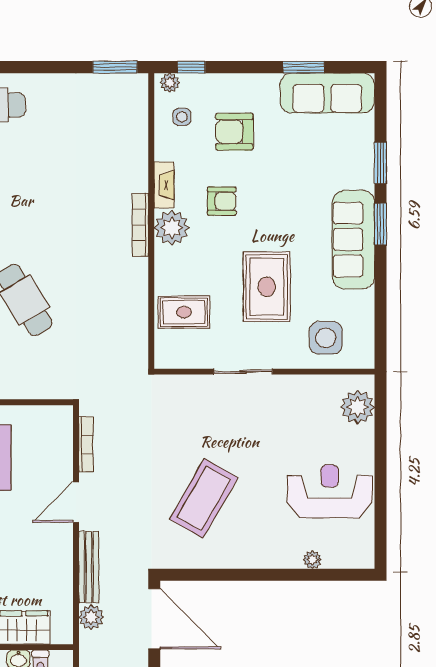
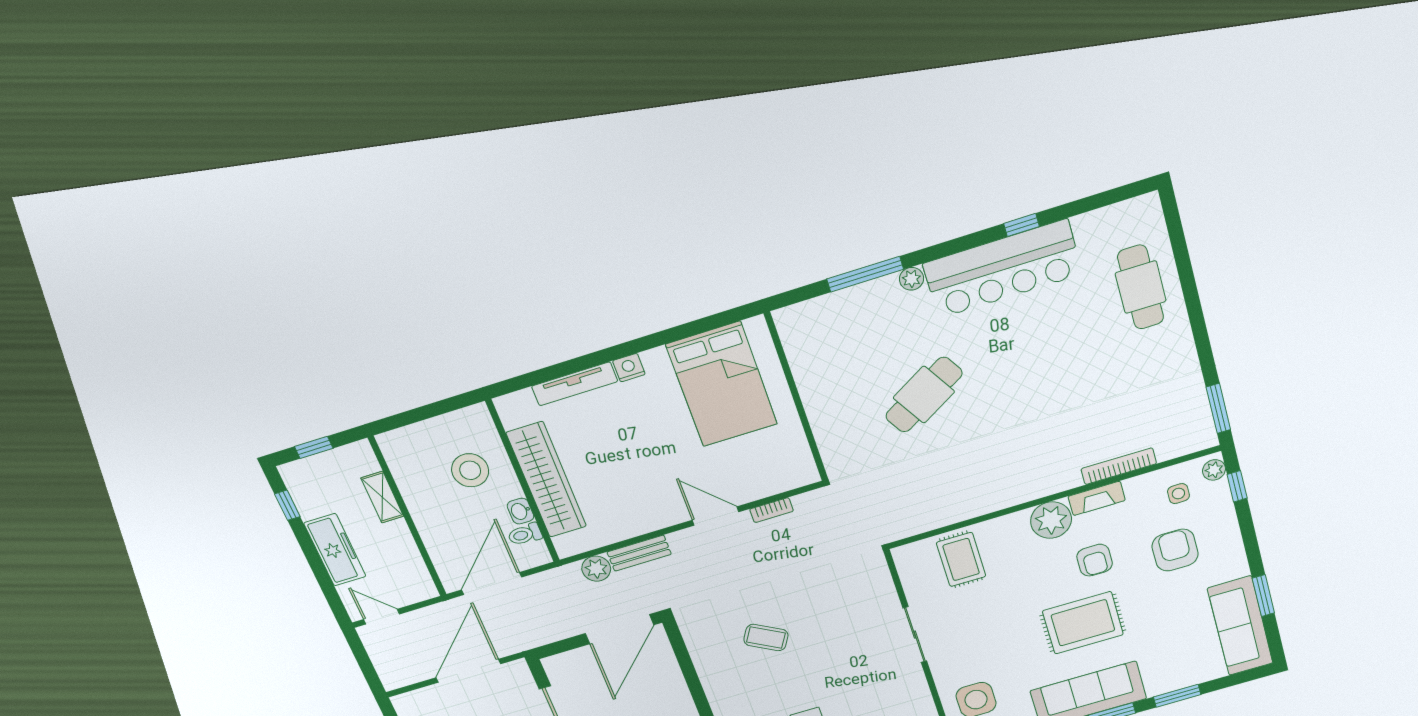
bookcase: (140, 225) -> (1119, 466), moved
rug: (267, 287) -> (1083, 623), moved
bookcase: (86, 444) -> (772, 510), width x0.64
coffee table: (204, 498) -> (766, 638), width x0.54, depth x0.58
bench: (89, 567) -> (639, 553), width x0.73

